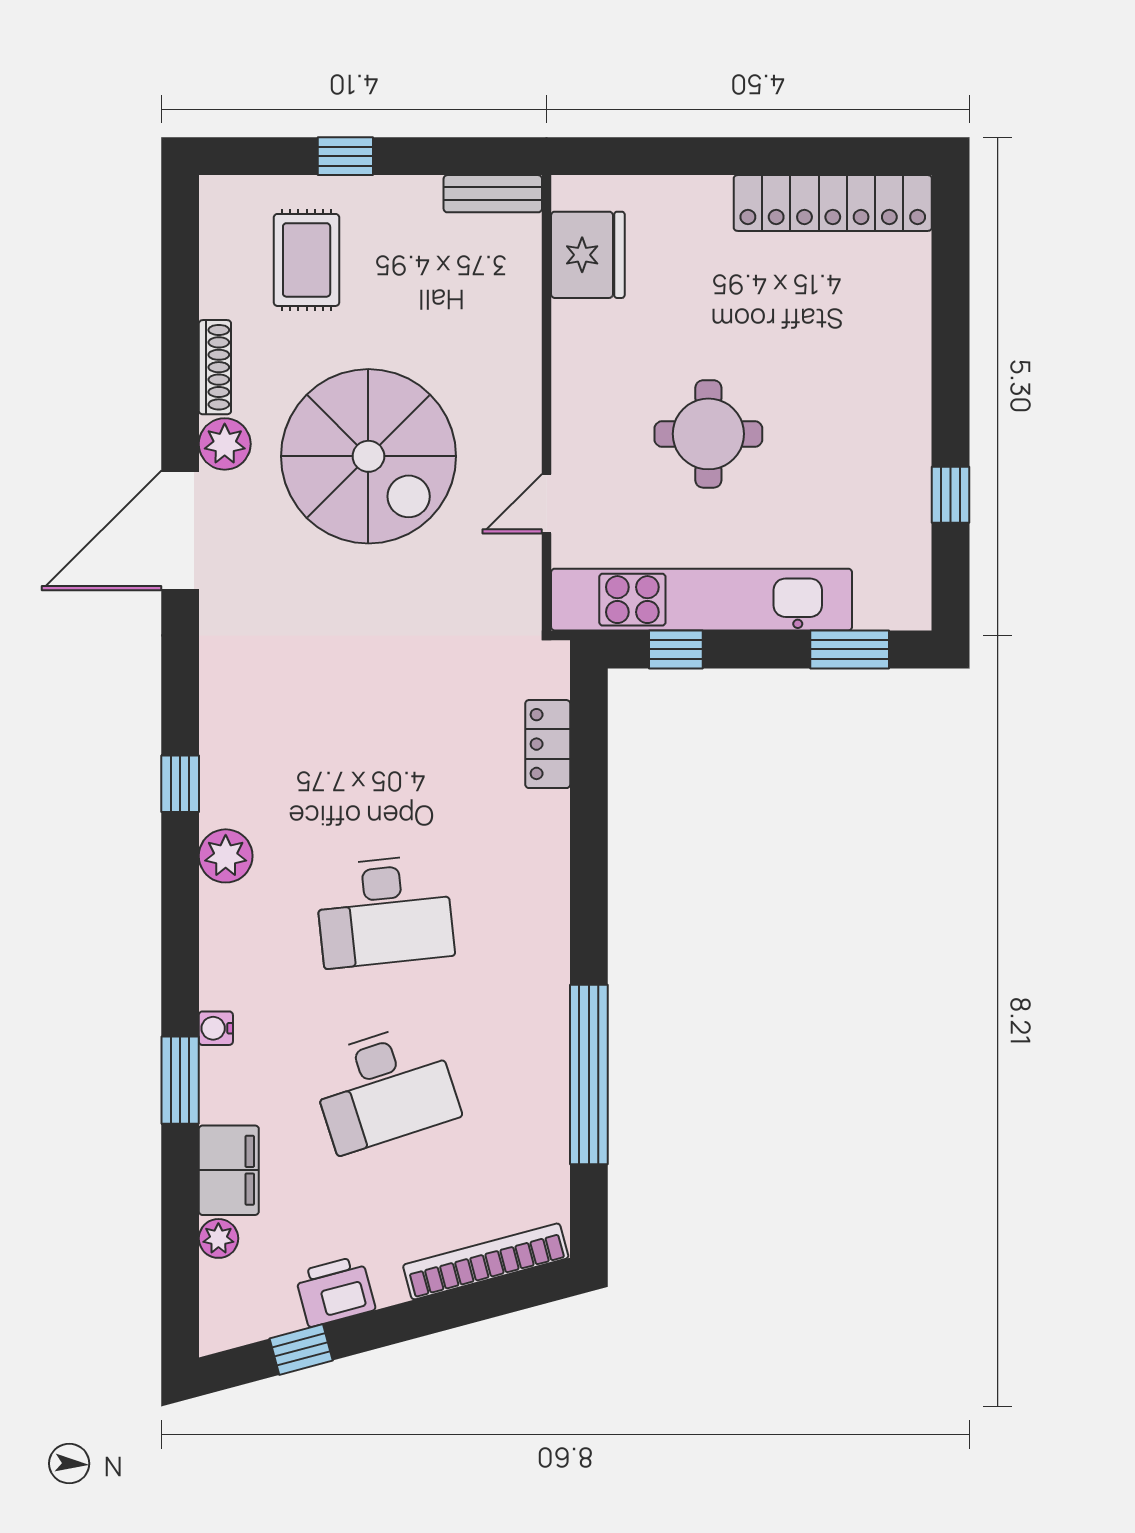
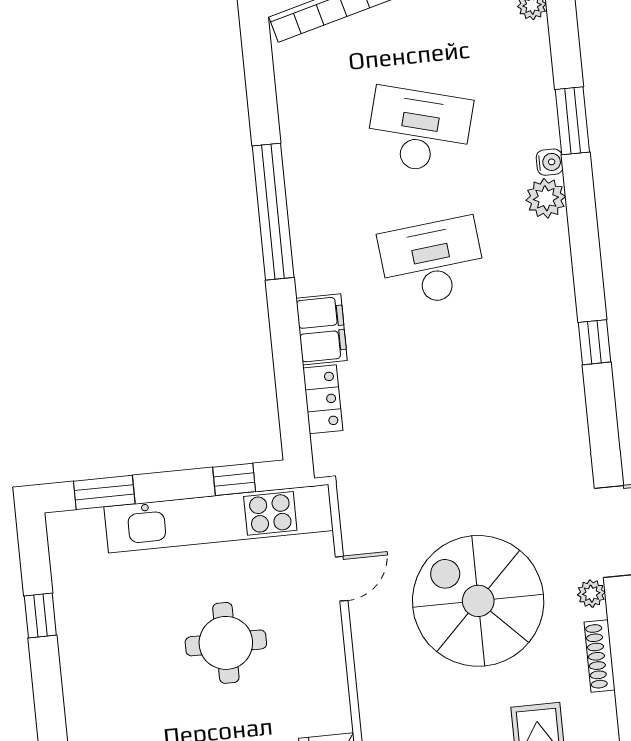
plant: (225, 444) -> (591, 594), width x0.73, depth x0.73
plant: (226, 856) -> (546, 198), moved
window: (589, 1074) -> (273, 212), moved
desk: (384, 1088) -> (419, 130), turned 33
filing cabinet: (229, 1170) -> (322, 329), moved, turned 180

